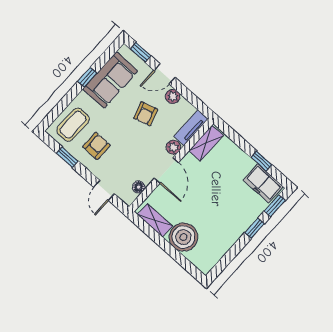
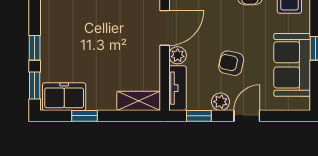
window: (141, 52) -> (199, 116), moved
armchair: (146, 114) -> (231, 63), turned -61
shelving: (206, 143) -> (139, 101), moved, turned 90
door: (166, 170) -> (165, 28), swing flipped

